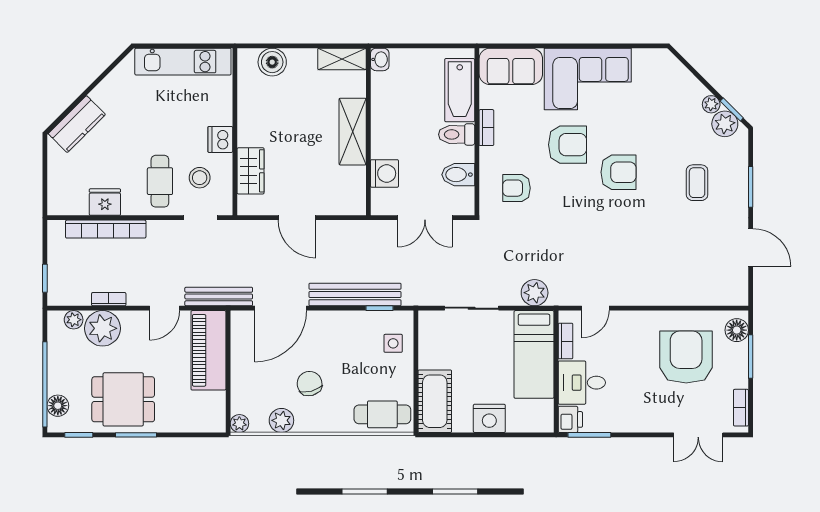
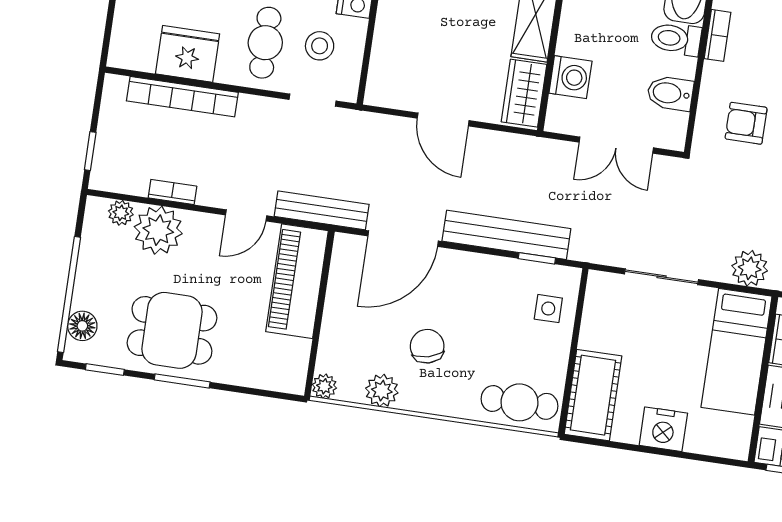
wardrobe: (251, 171) -> (524, 93), moved, turned 180
fridge: (105, 202) -> (188, 54), width x1.36, depth x1.34

